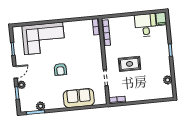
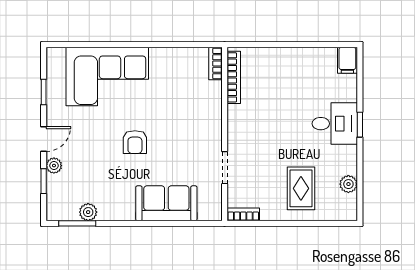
desk: (146, 25) -> (335, 124), moved, turned 90
rug: (130, 64) -> (301, 188), moved, turned 90

